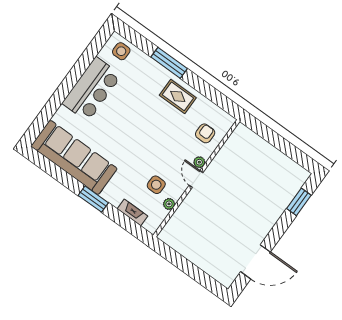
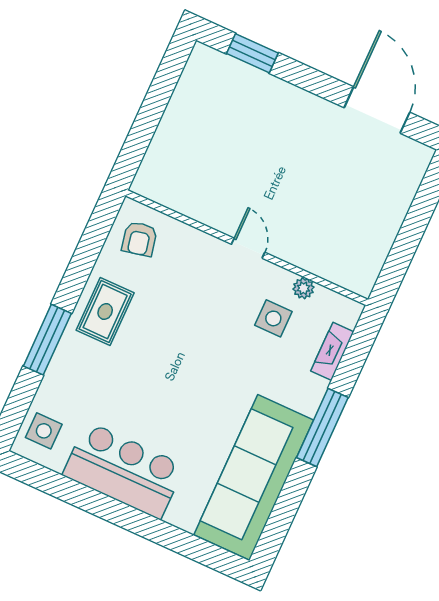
armchair: (205, 133) -> (139, 239), moved, turned -102
plant: (199, 162) -> (217, 249), removed
door: (196, 179) -> (248, 248), swing flipped
window: (93, 199) -> (322, 427), width x1.44

